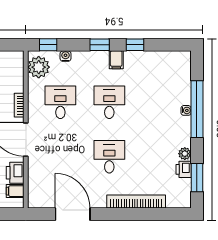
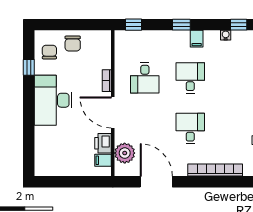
window: (135, 45) -> (239, 25), moved
water cooler: (66, 56) -> (226, 35), moved
plant: (39, 67) -> (125, 153), moved
desk: (60, 102) -> (145, 78), turned 180

